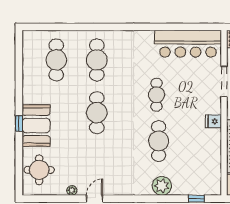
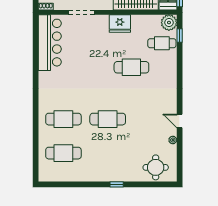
cafe table: (156, 95) -> (162, 43), moved
fridge: (213, 121) -> (120, 23), width x1.88, depth x1.34
booth: (36, 126) -> (118, 170), removed
plant: (162, 186) -> (169, 23), moved

